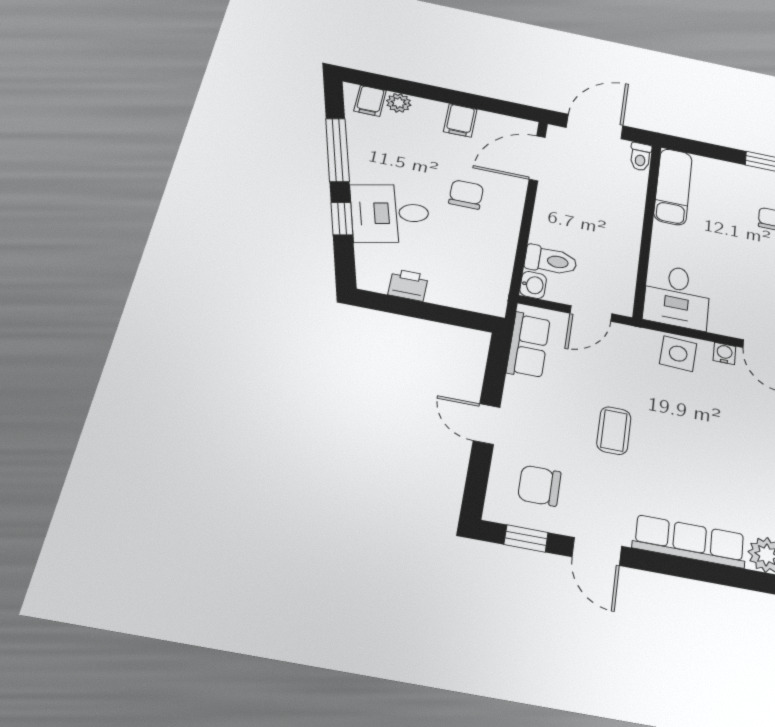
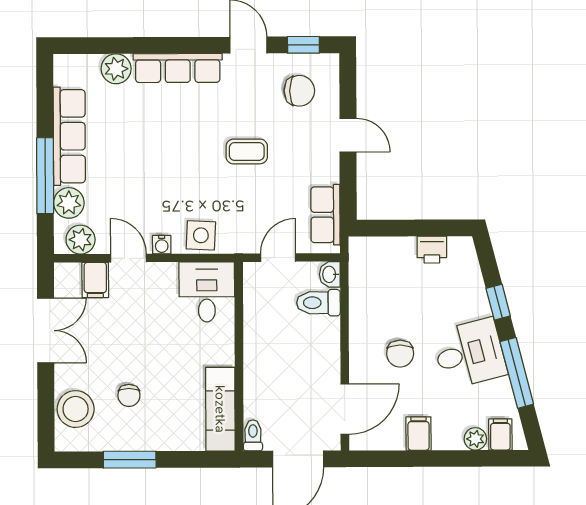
desk: (390, 213) -> (469, 353), moved
coffee table: (614, 431) -> (247, 151), turned 90

